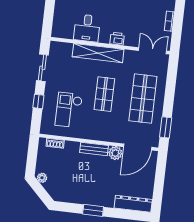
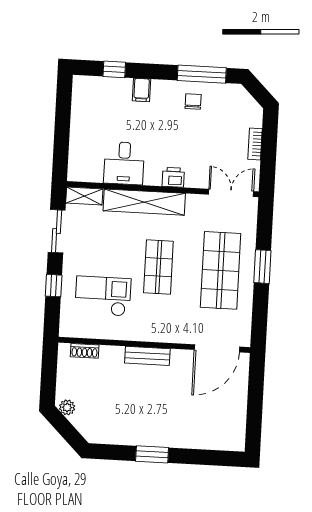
shelving: (61, 47) -> (84, 196), added
checkout: (69, 110) -> (103, 296), turned 90
window: (166, 127) -> (262, 267), moved
plant: (115, 153) -> (182, 360), removed
dresser: (133, 204) -> (216, 440), removed

